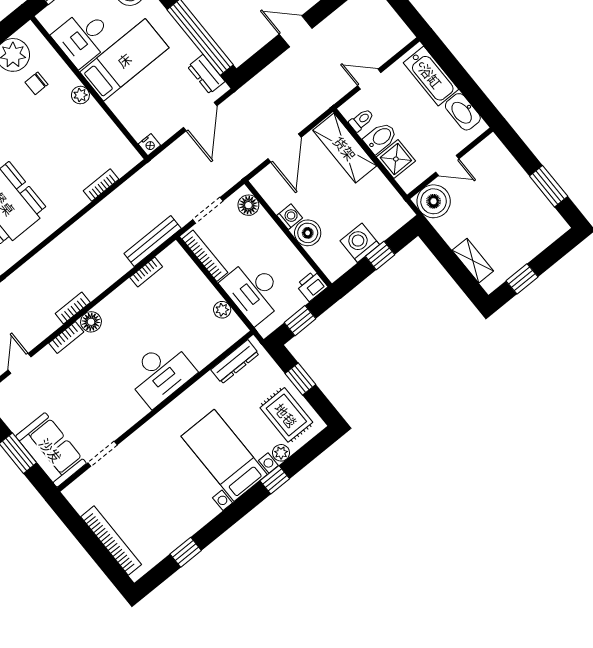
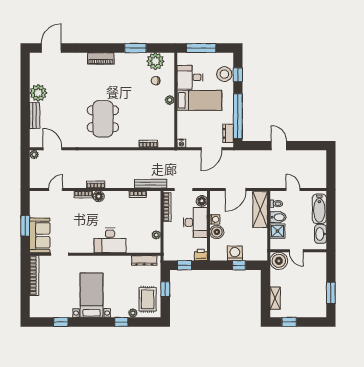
desk: (254, 291) -> (195, 222), moved, turned 180
bed with nightstands: (224, 455) -> (92, 295), moved
bookcase: (111, 541) -> (34, 275), moved

